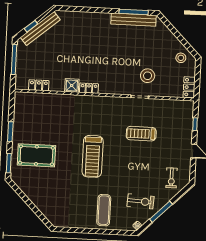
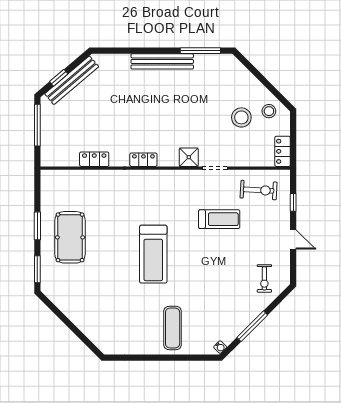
bench: (134, 20) -> (162, 61), moved
stool: (148, 76) -> (241, 117), moved
locker: (39, 85) -> (94, 159), moved
shower: (72, 85) -> (189, 157), moved
treadmill: (141, 134) -> (219, 219), turned 180
pool table: (36, 155) -> (70, 237), moved, turned 90
exercise bike: (141, 201) -> (259, 190), moved

